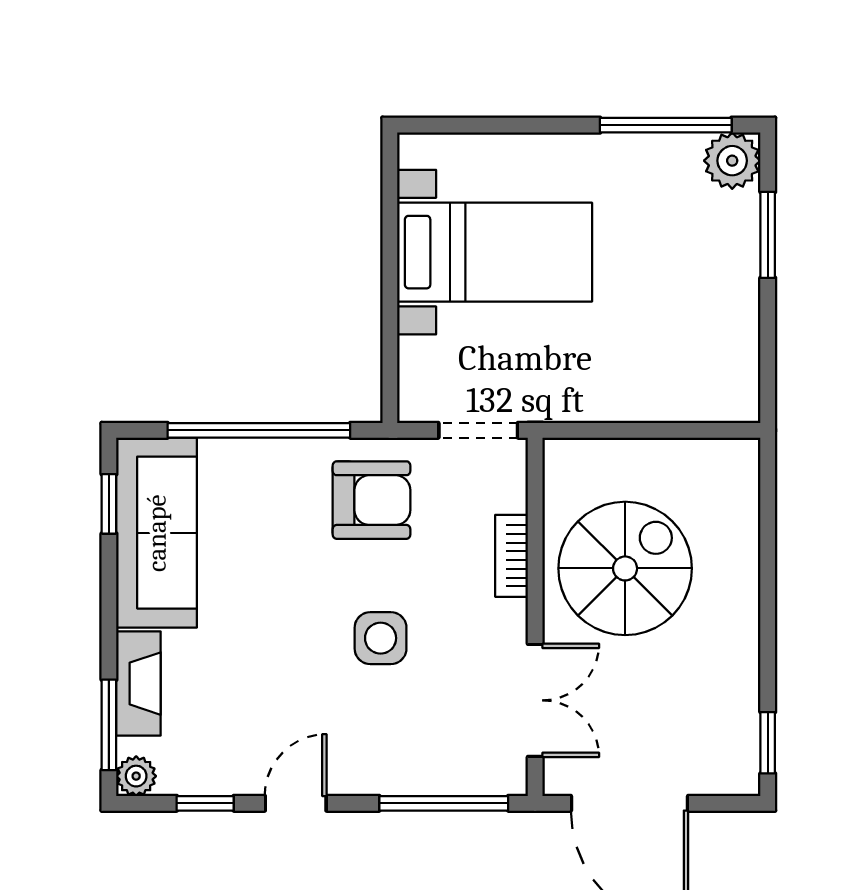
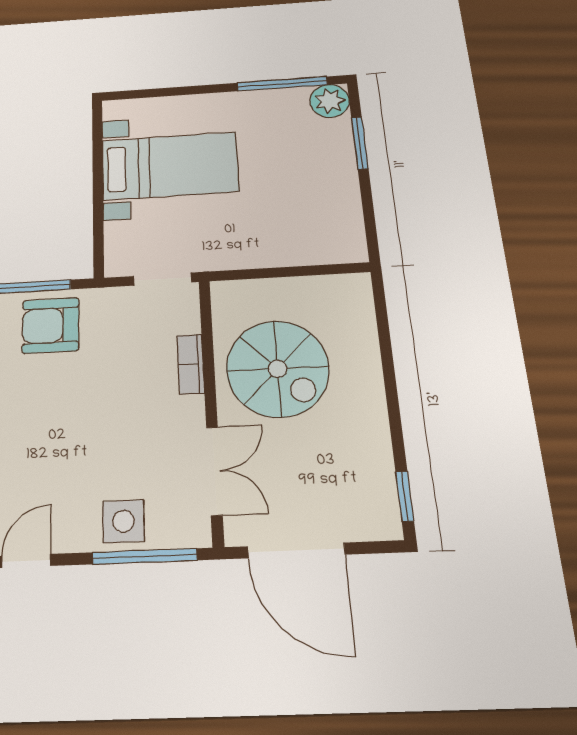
armchair: (372, 500) -> (51, 325), moved, turned 180
spiral stairs: (625, 568) -> (278, 369), turned 90
side table: (381, 638) -> (123, 521), moved

